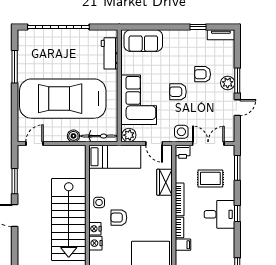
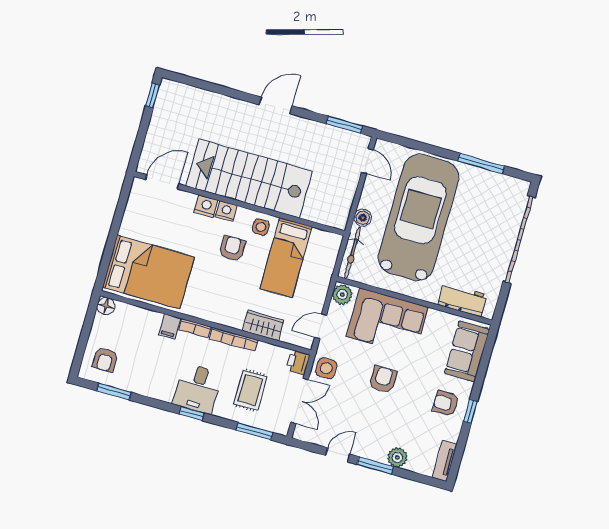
window: (198, 27) -> (470, 411), moved
armchair: (203, 74) -> (446, 403), moved, turned -90
plant: (228, 83) -> (397, 457), moved
door: (237, 108) -> (338, 455), swing flipped
bed: (115, 157) -> (286, 258), moved
window: (15, 181) -> (344, 125), moved

